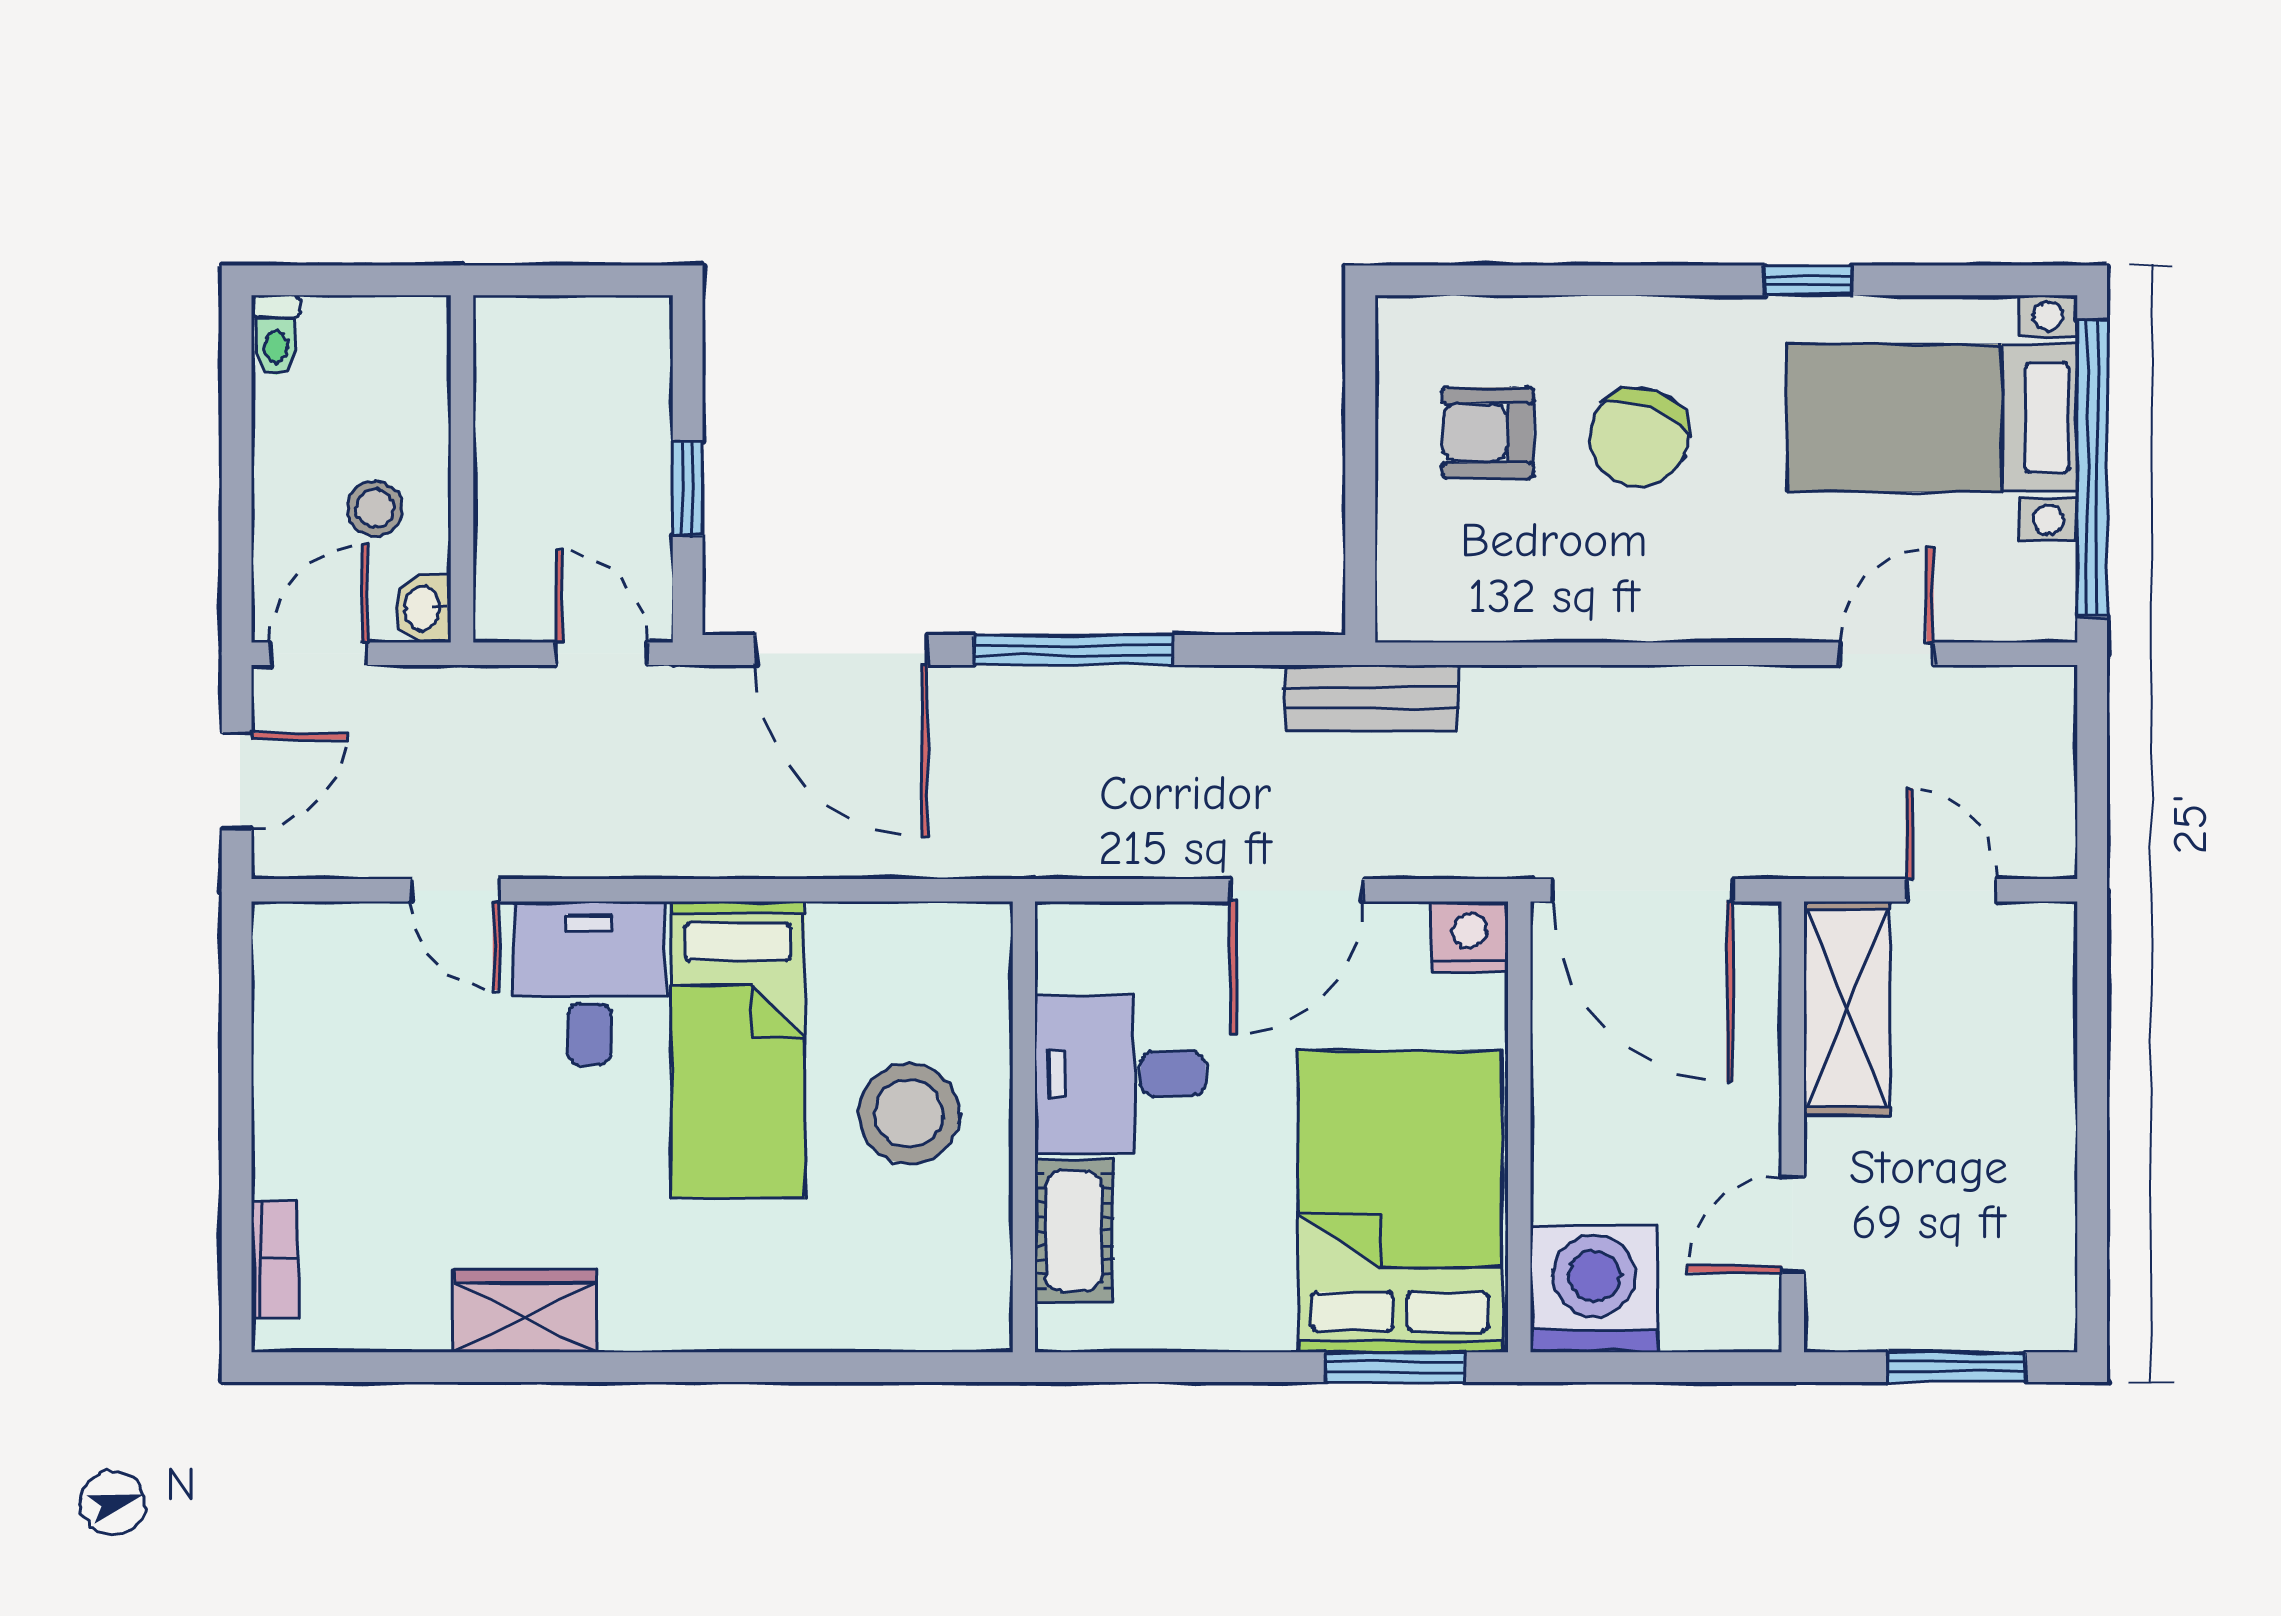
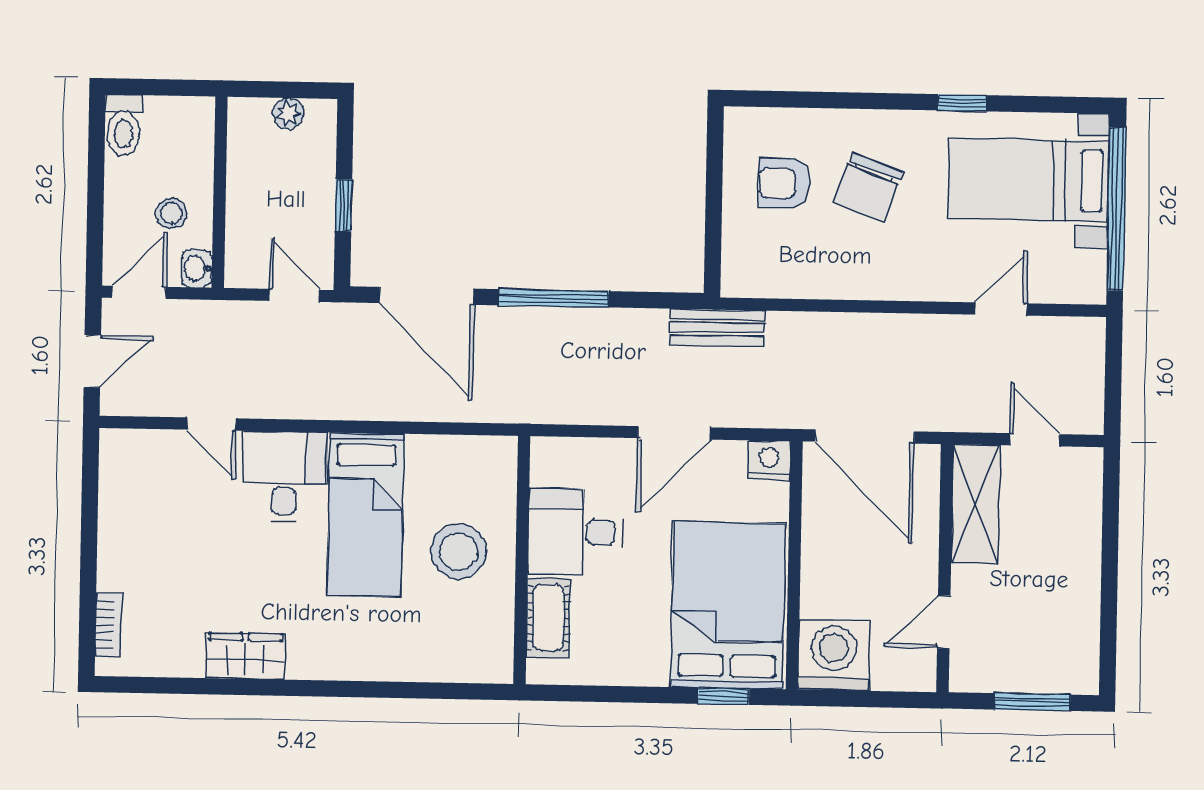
plant: (584, 323) -> (288, 113), added
toilet: (276, 335) -> (124, 125), width x1.37, depth x1.39
window: (1395, 1367) -> (723, 696), width x0.67

